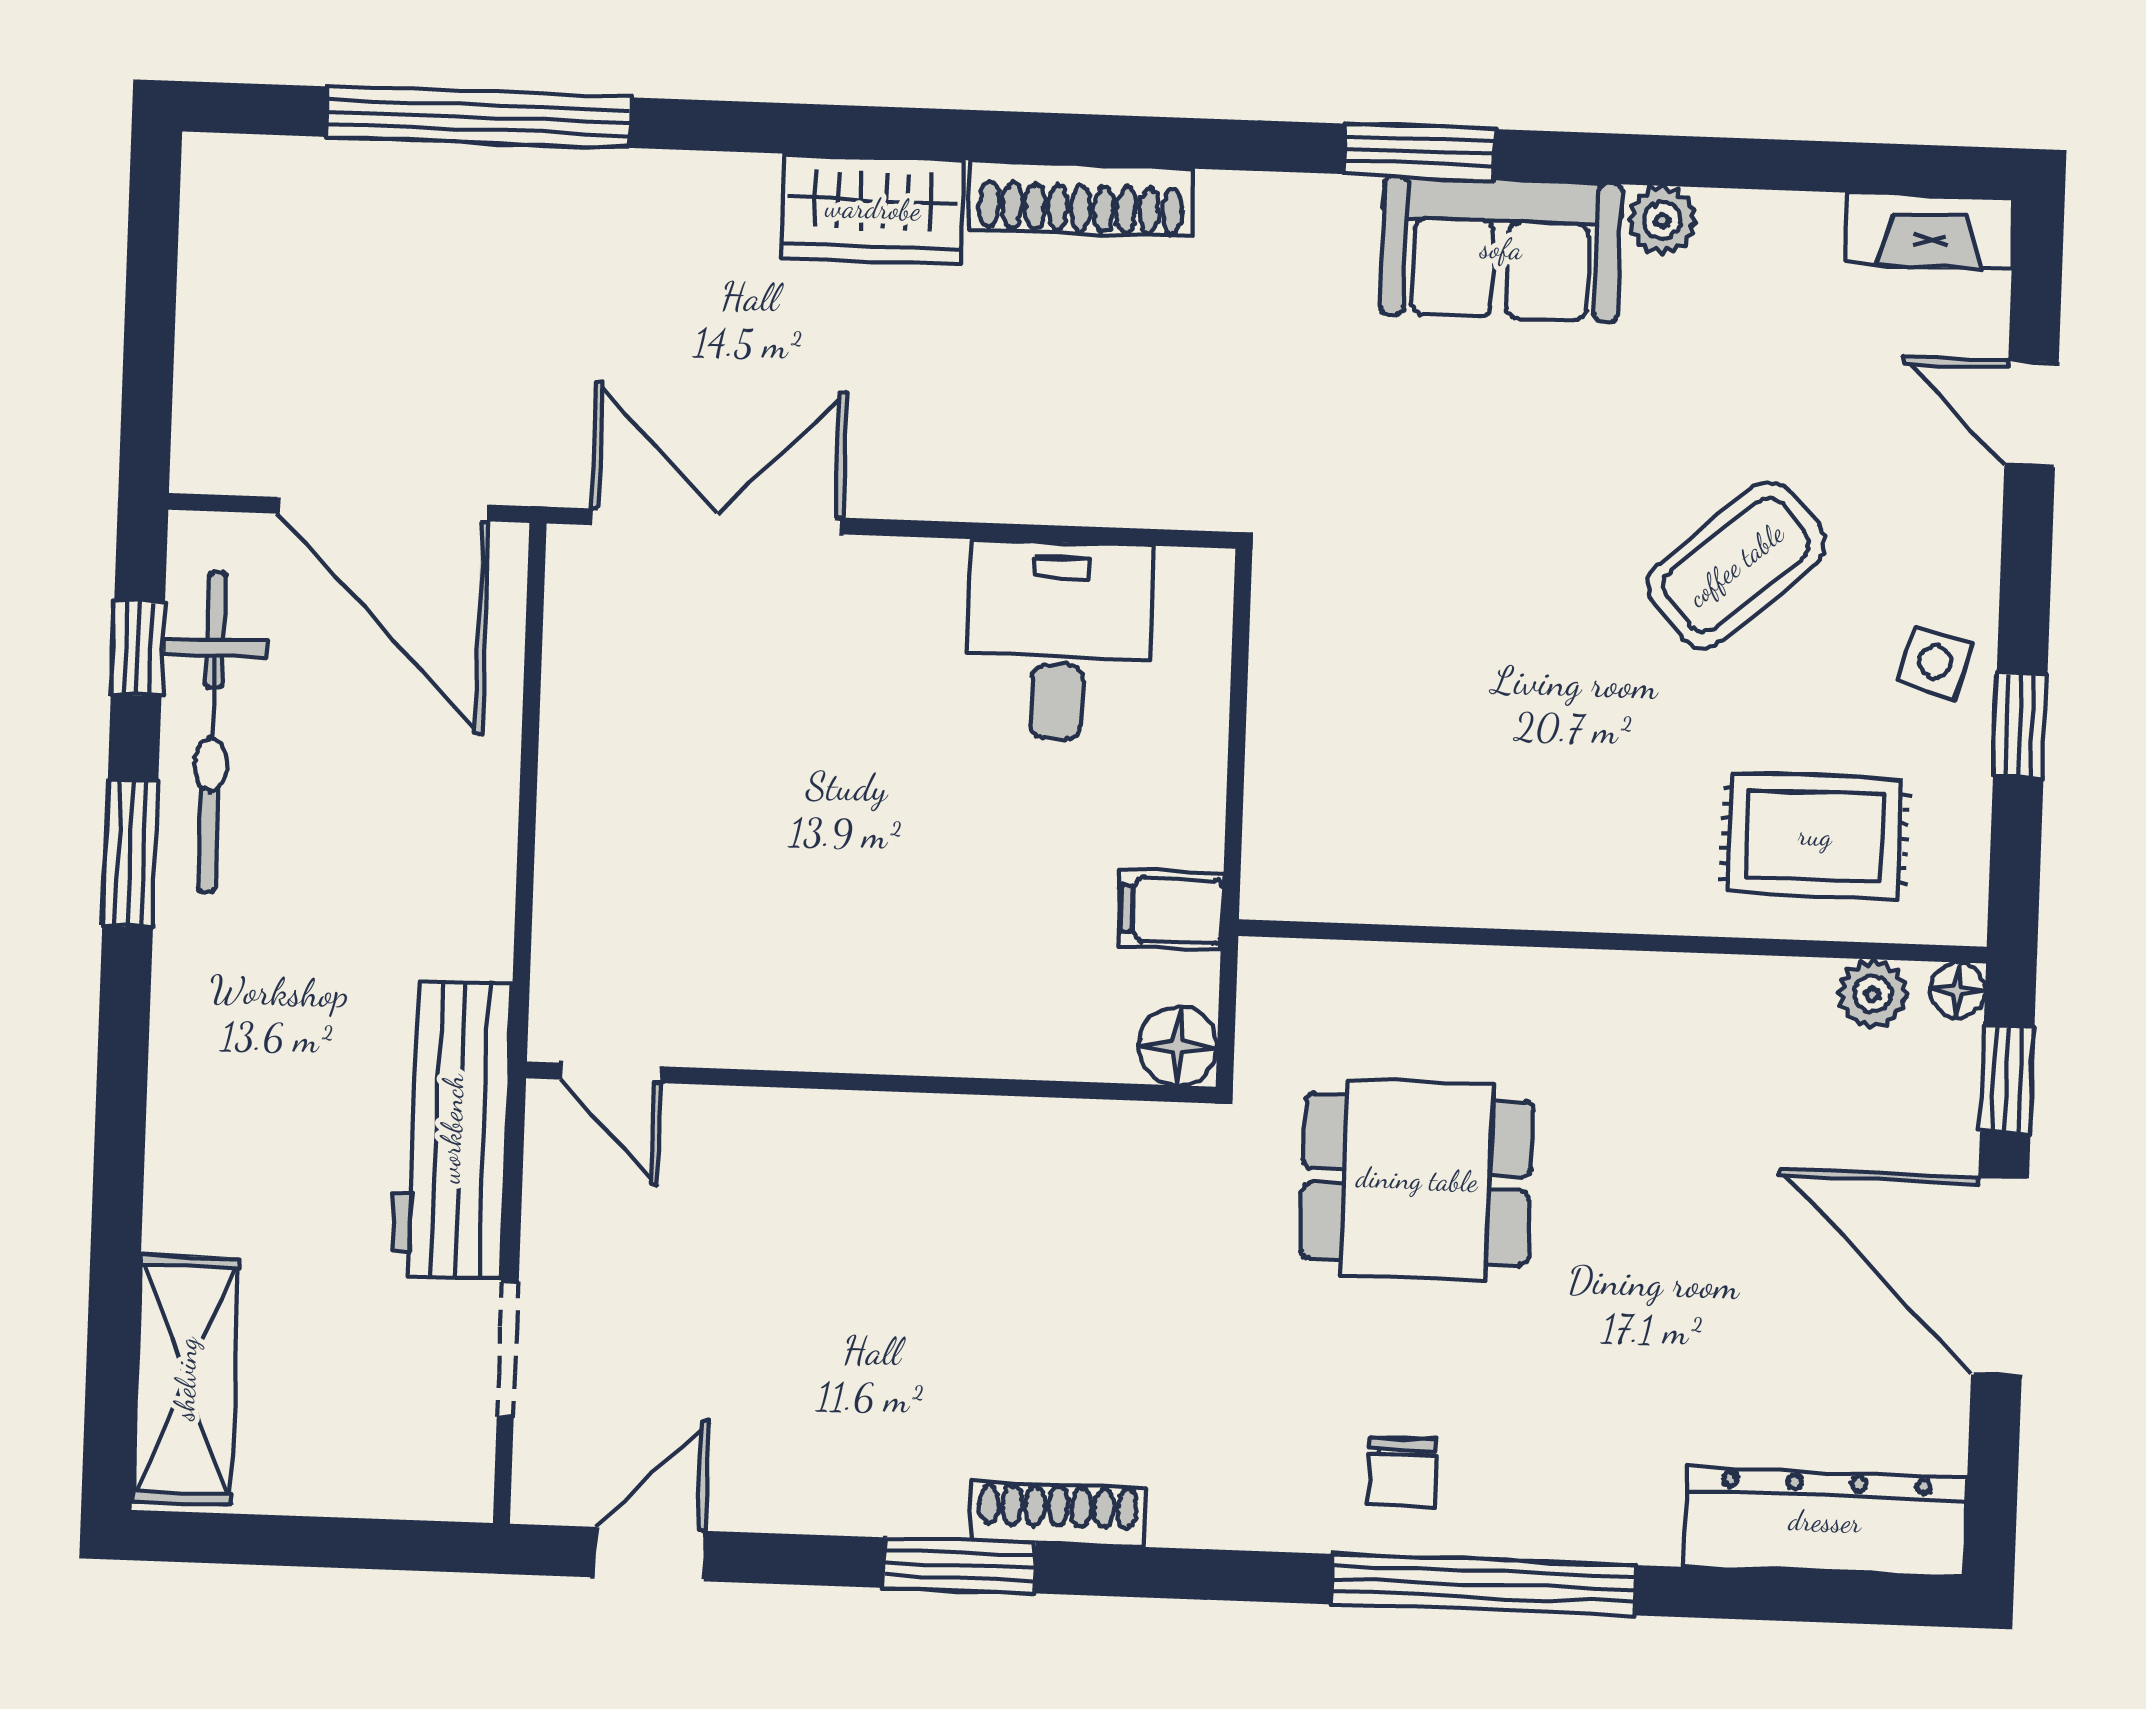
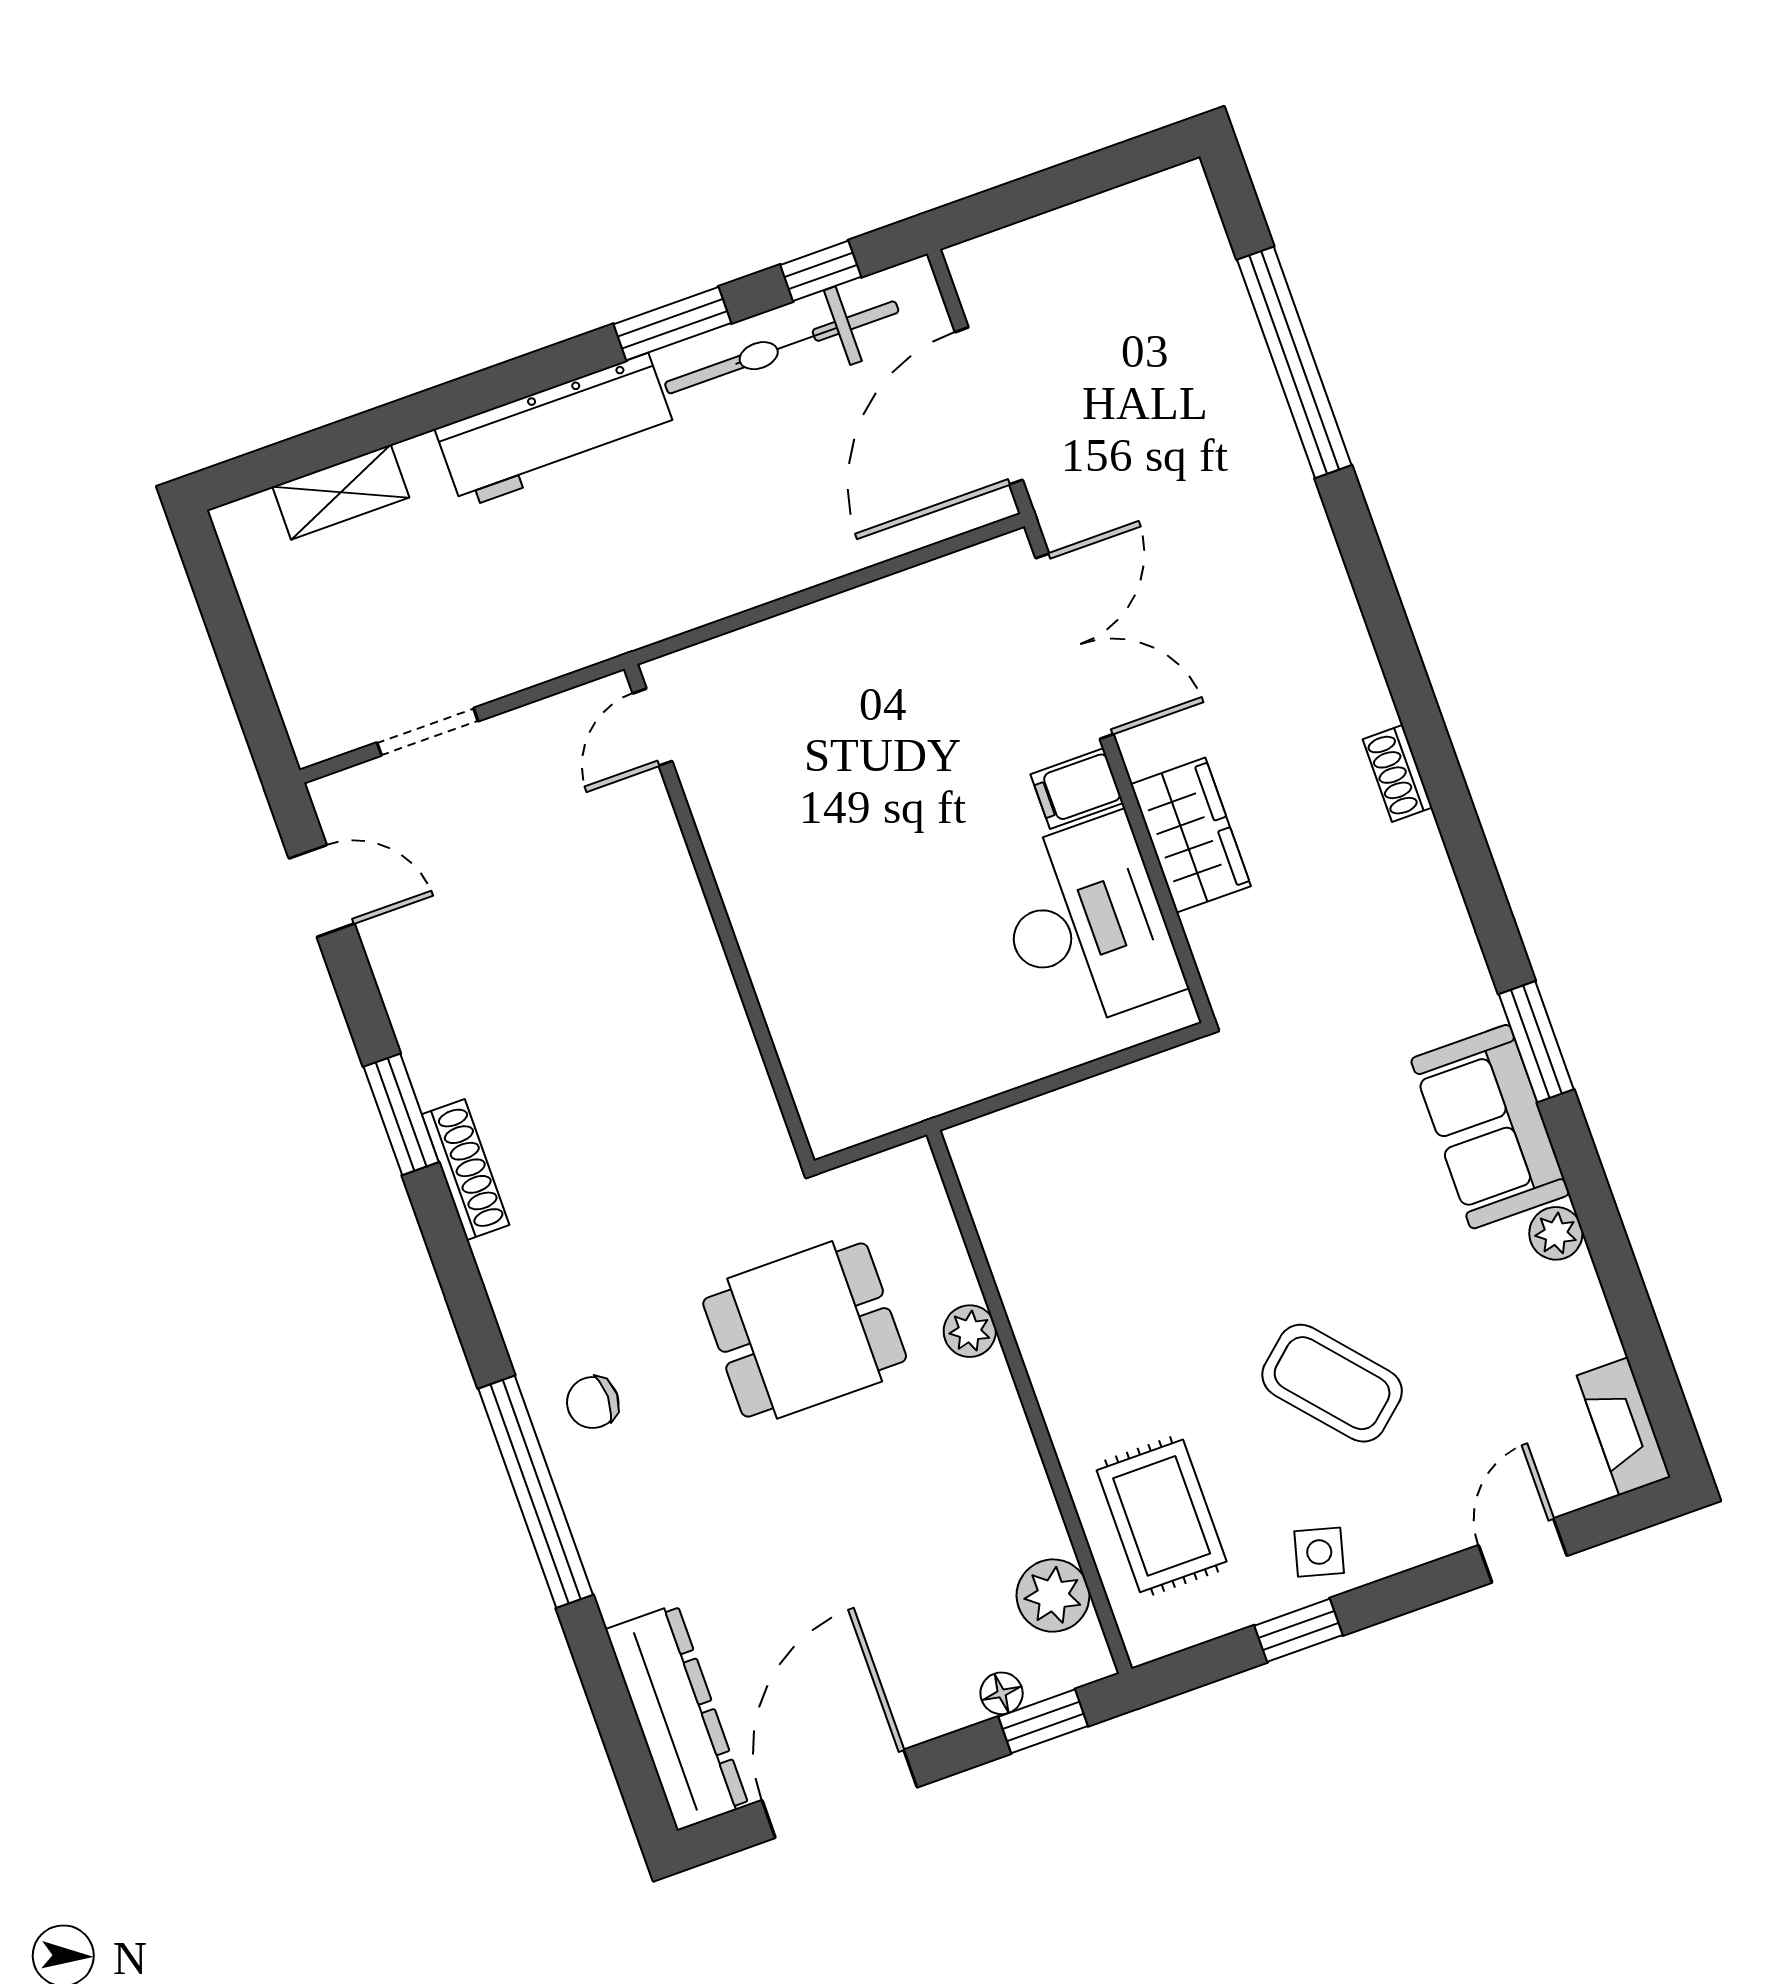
shoe rack: (1081, 199) -> (1397, 773), width x0.51, depth x0.81
wardrobe: (873, 209) -> (1191, 835), moved, turned 180
desk: (1059, 641) -> (1086, 923), width x1.37
filing cabinet: (1171, 910) -> (1077, 789), moved, turned -90
plant: (1498, 980) -> (970, 1331), added
floor lamp: (1958, 990) -> (1002, 1693), moved
plant: (1873, 994) -> (1053, 1596), width x1.38, depth x1.38
floor lamp: (1178, 1046) -> (832, 1123), removed
workbench: (452, 1129) -> (556, 431), moved, turned 180
dining table: (1417, 1180) -> (805, 1330), turned 90
door: (2000, 1276) -> (840, 1794), moved
shelving: (186, 1379) -> (341, 492), width x0.67, depth x0.75

